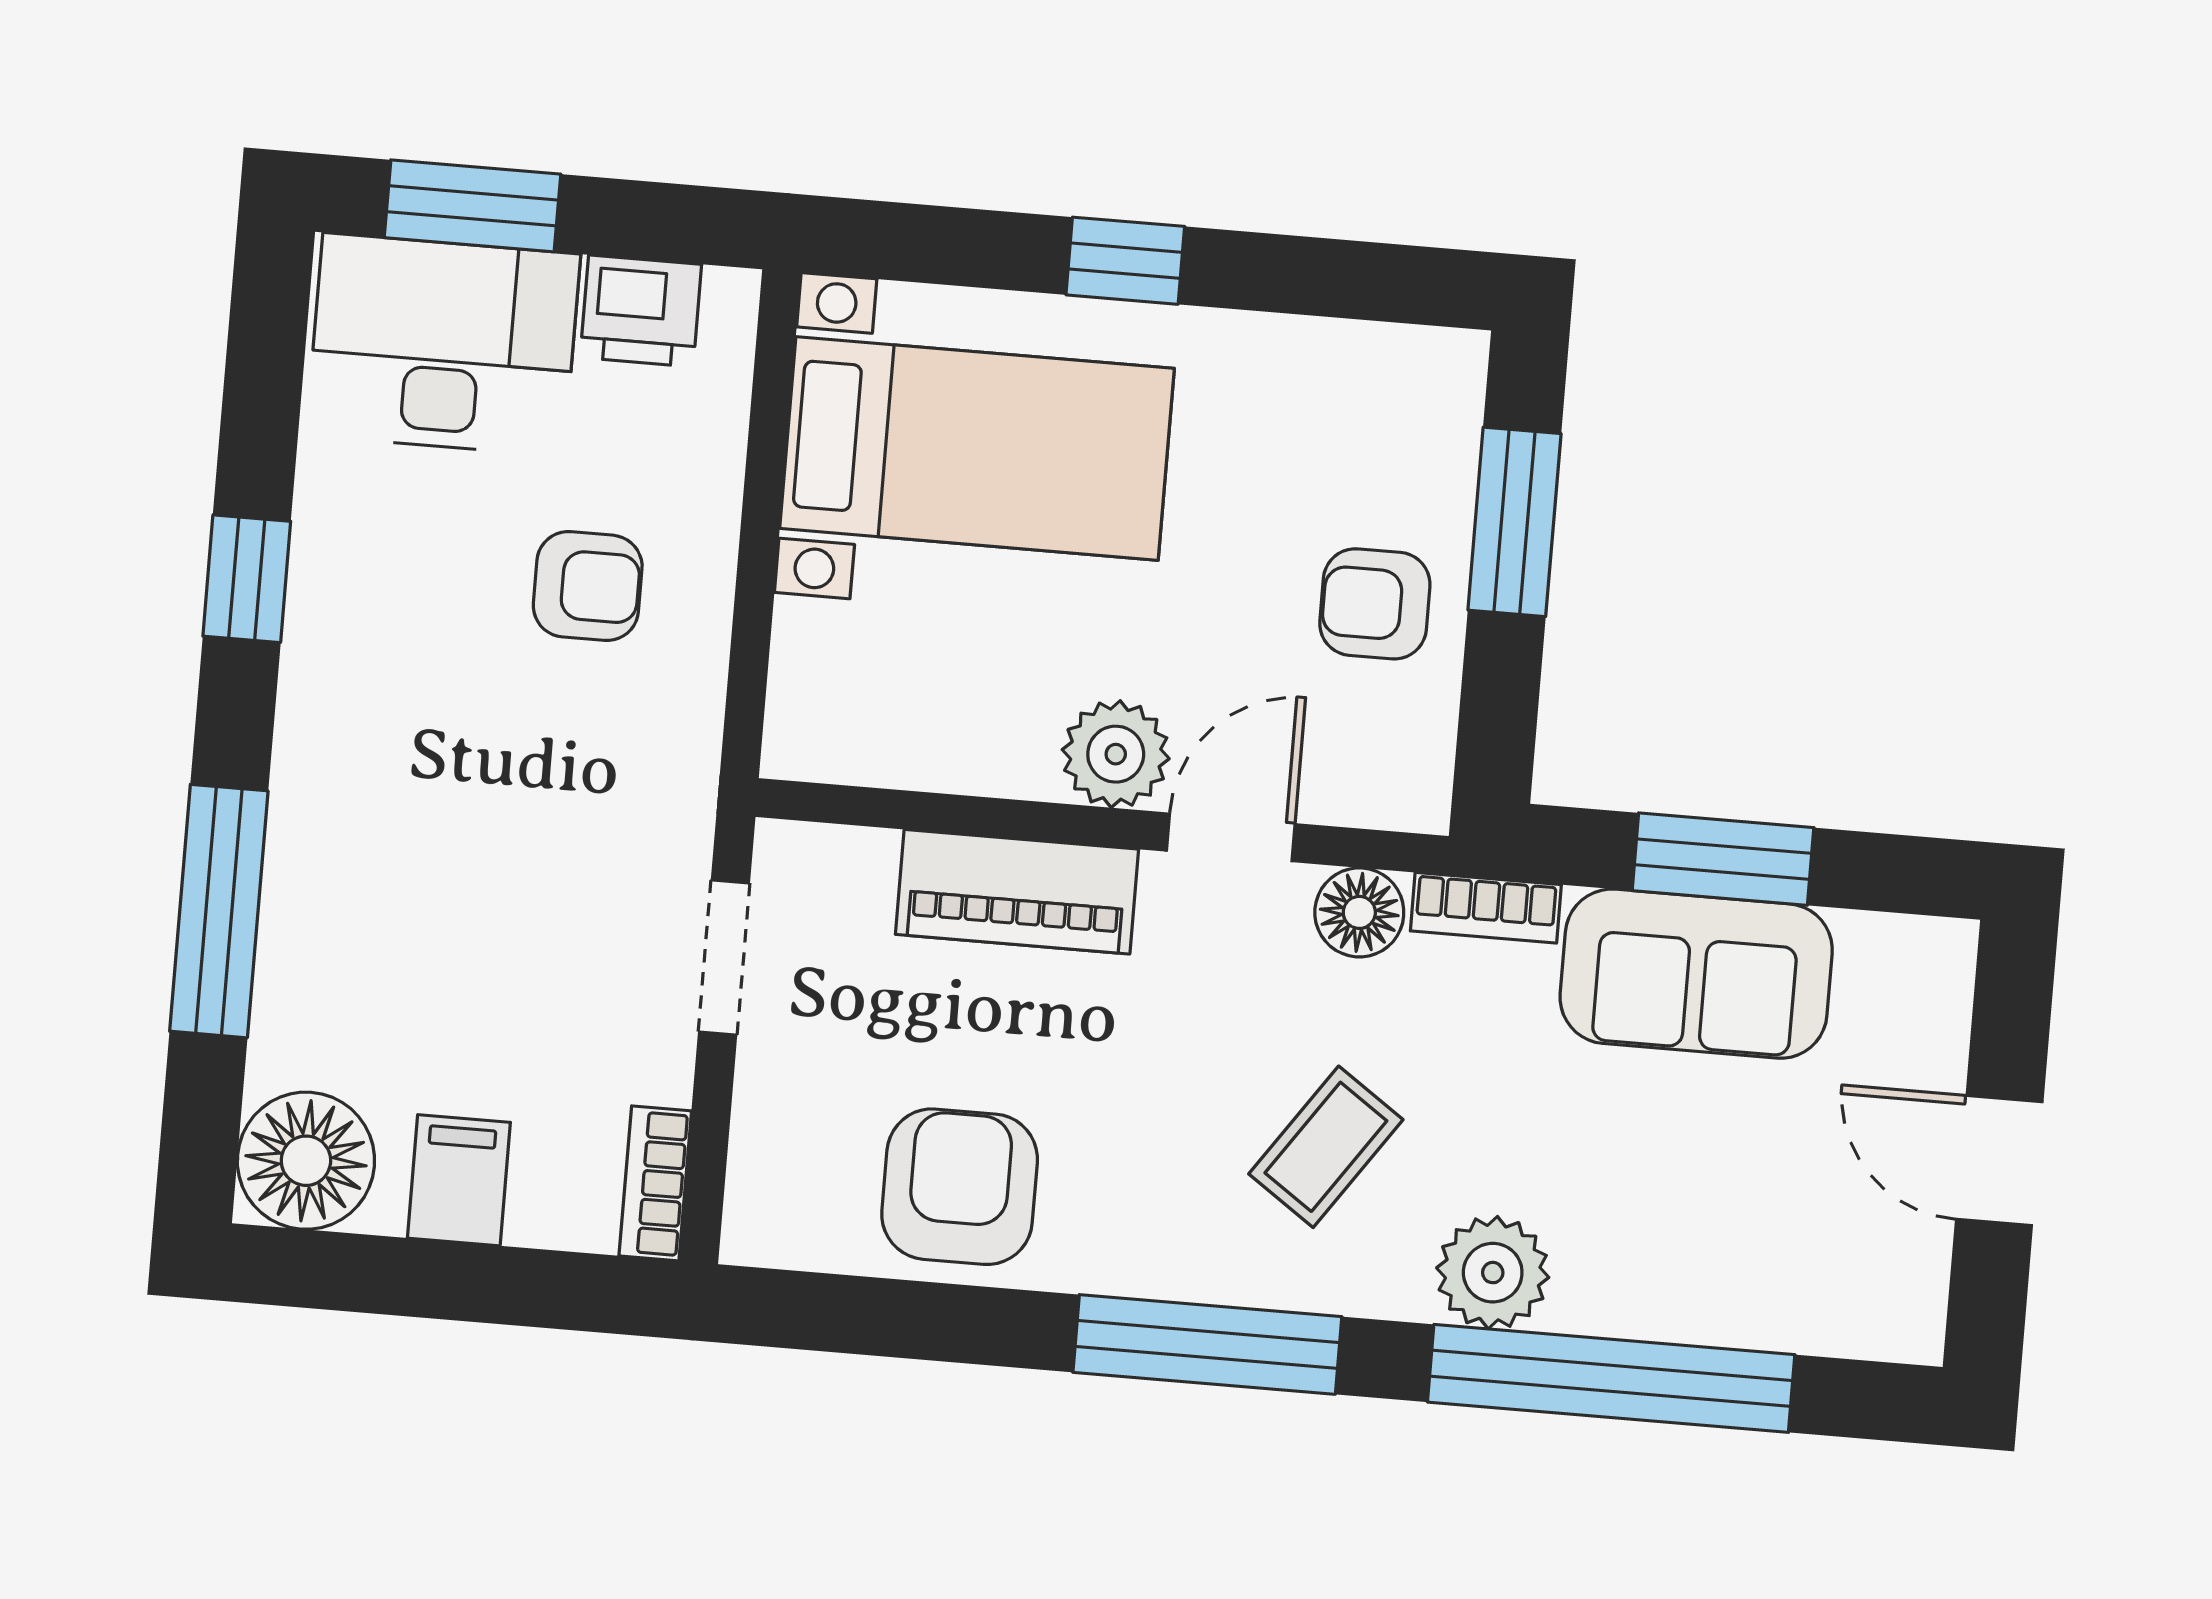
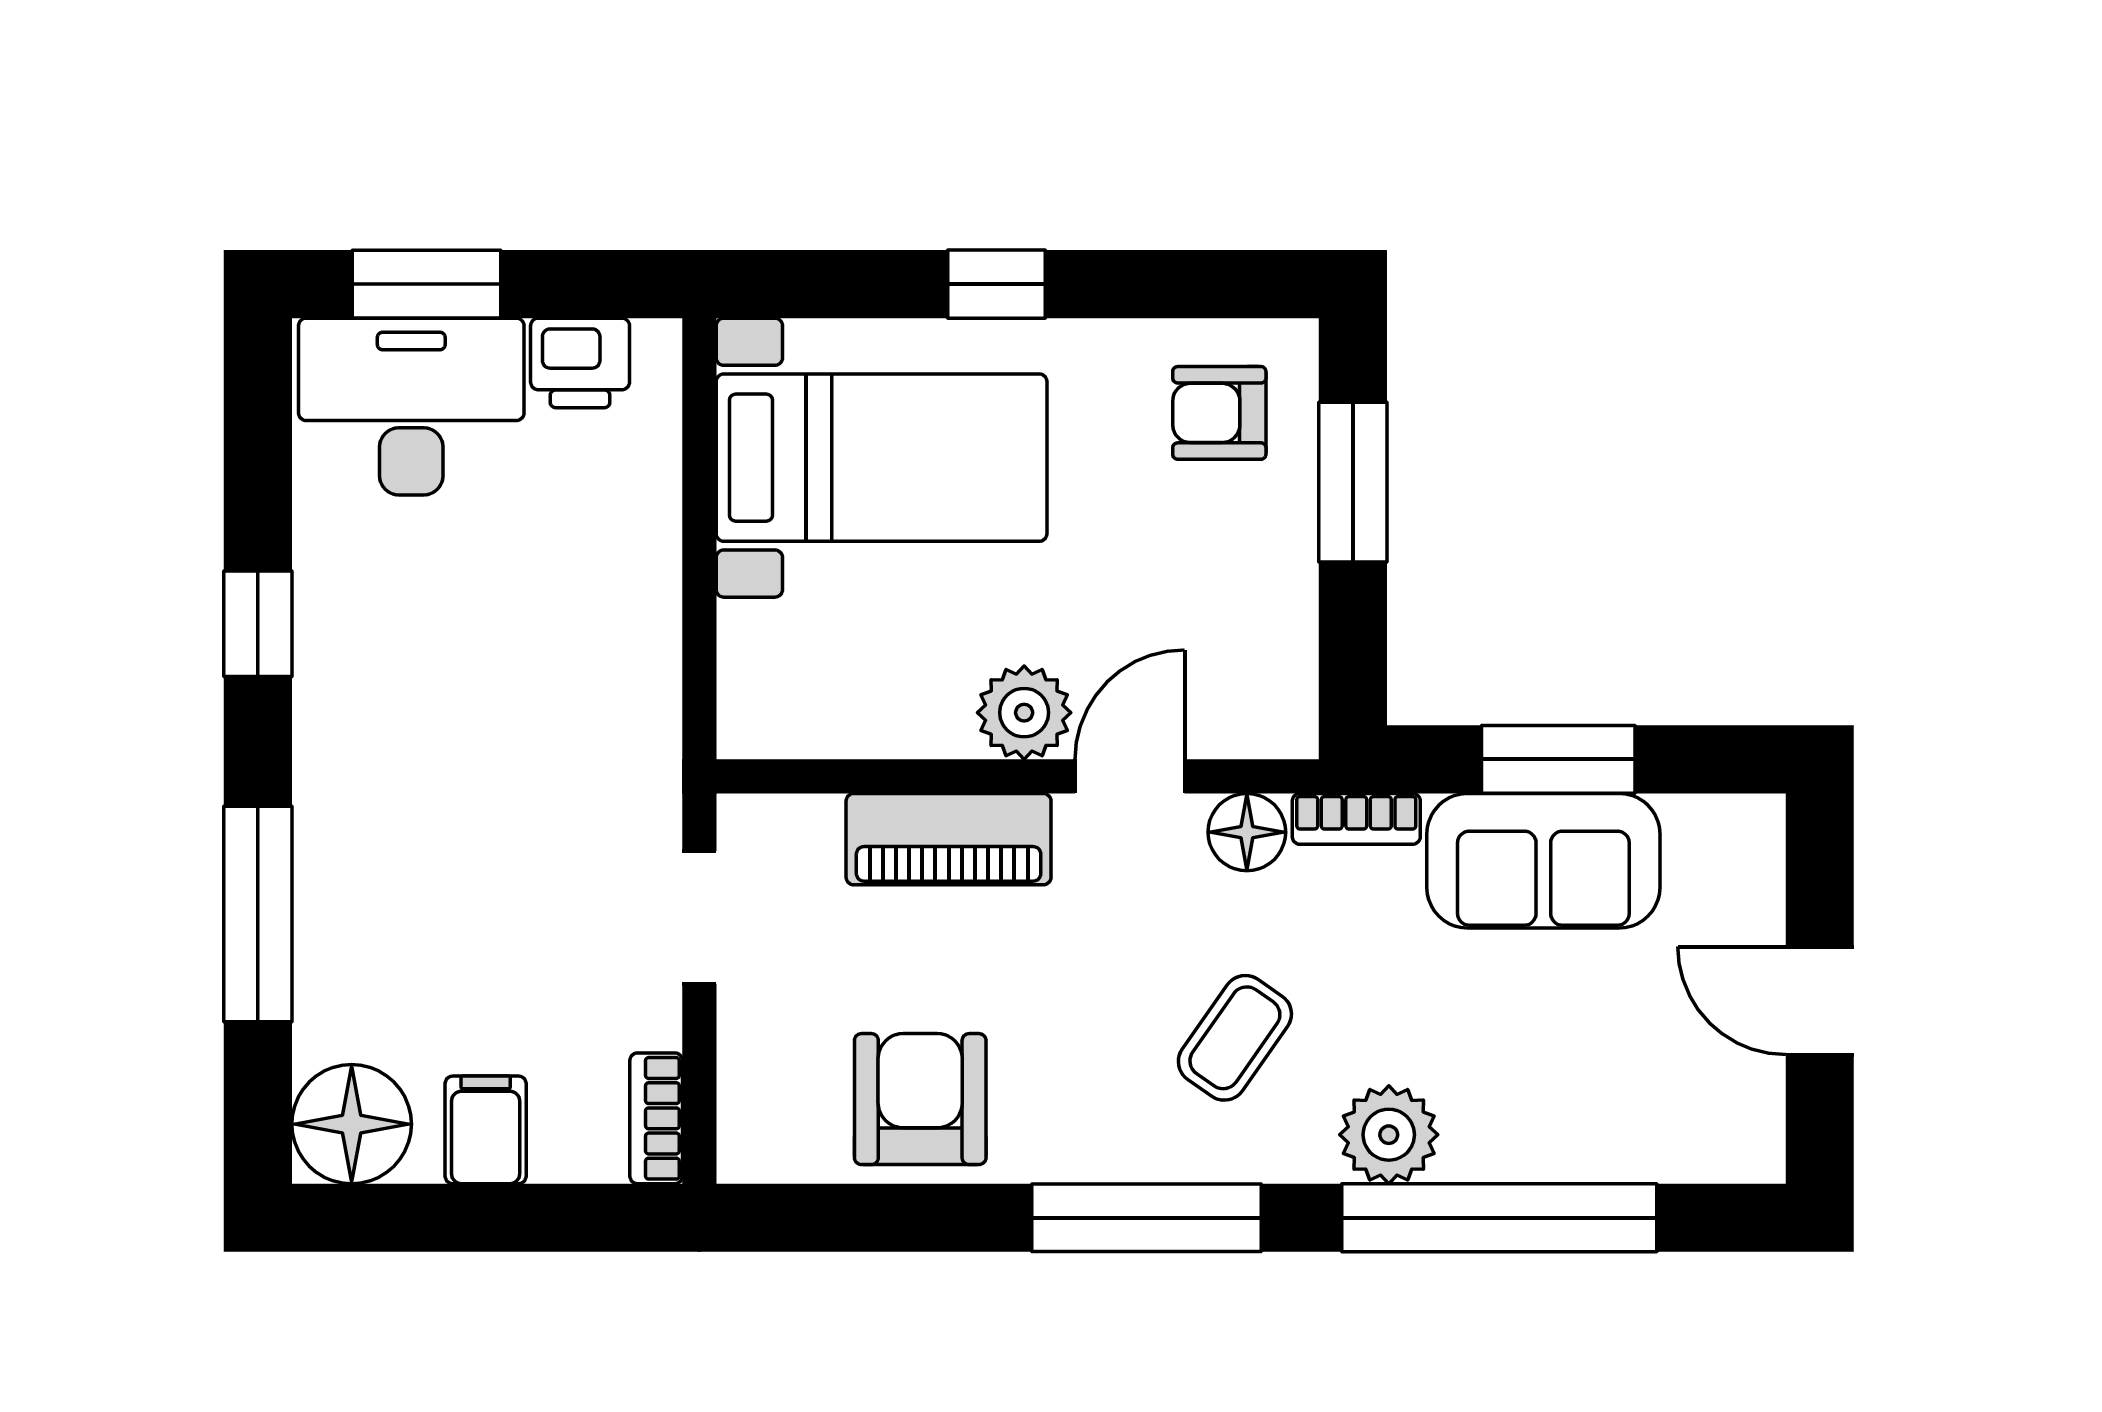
armchair: (588, 586) -> (554, 605), removed
armchair: (1375, 604) -> (1219, 413), moved

